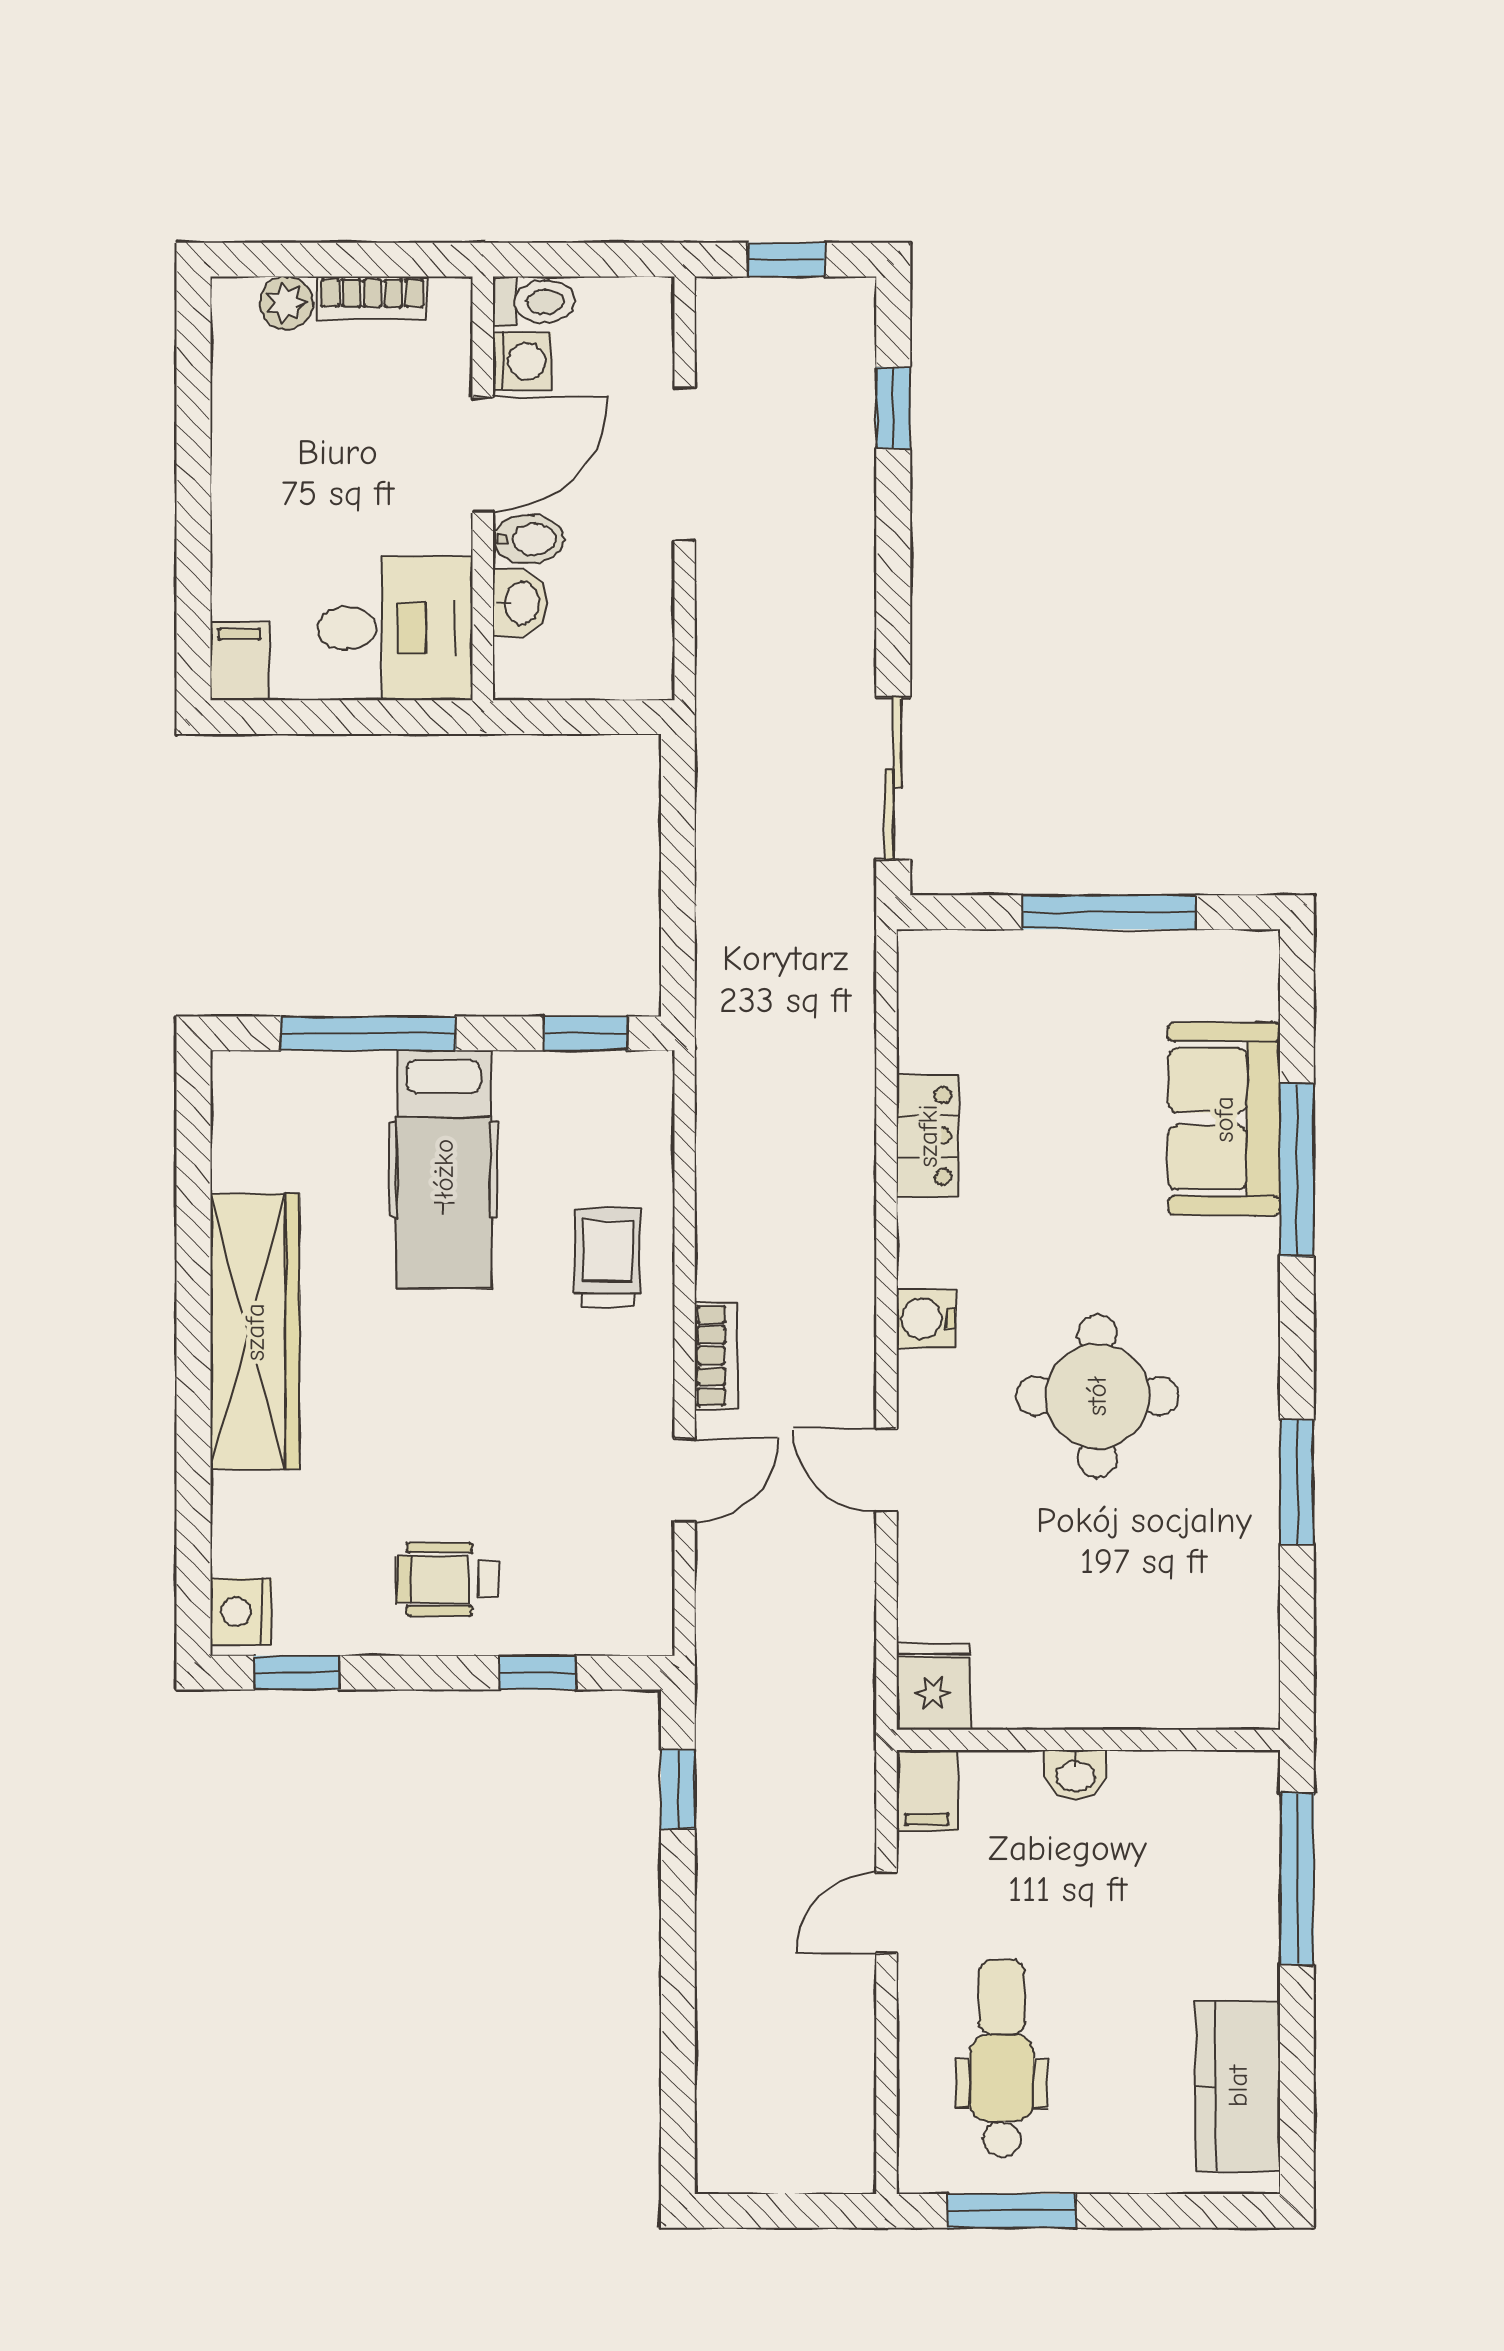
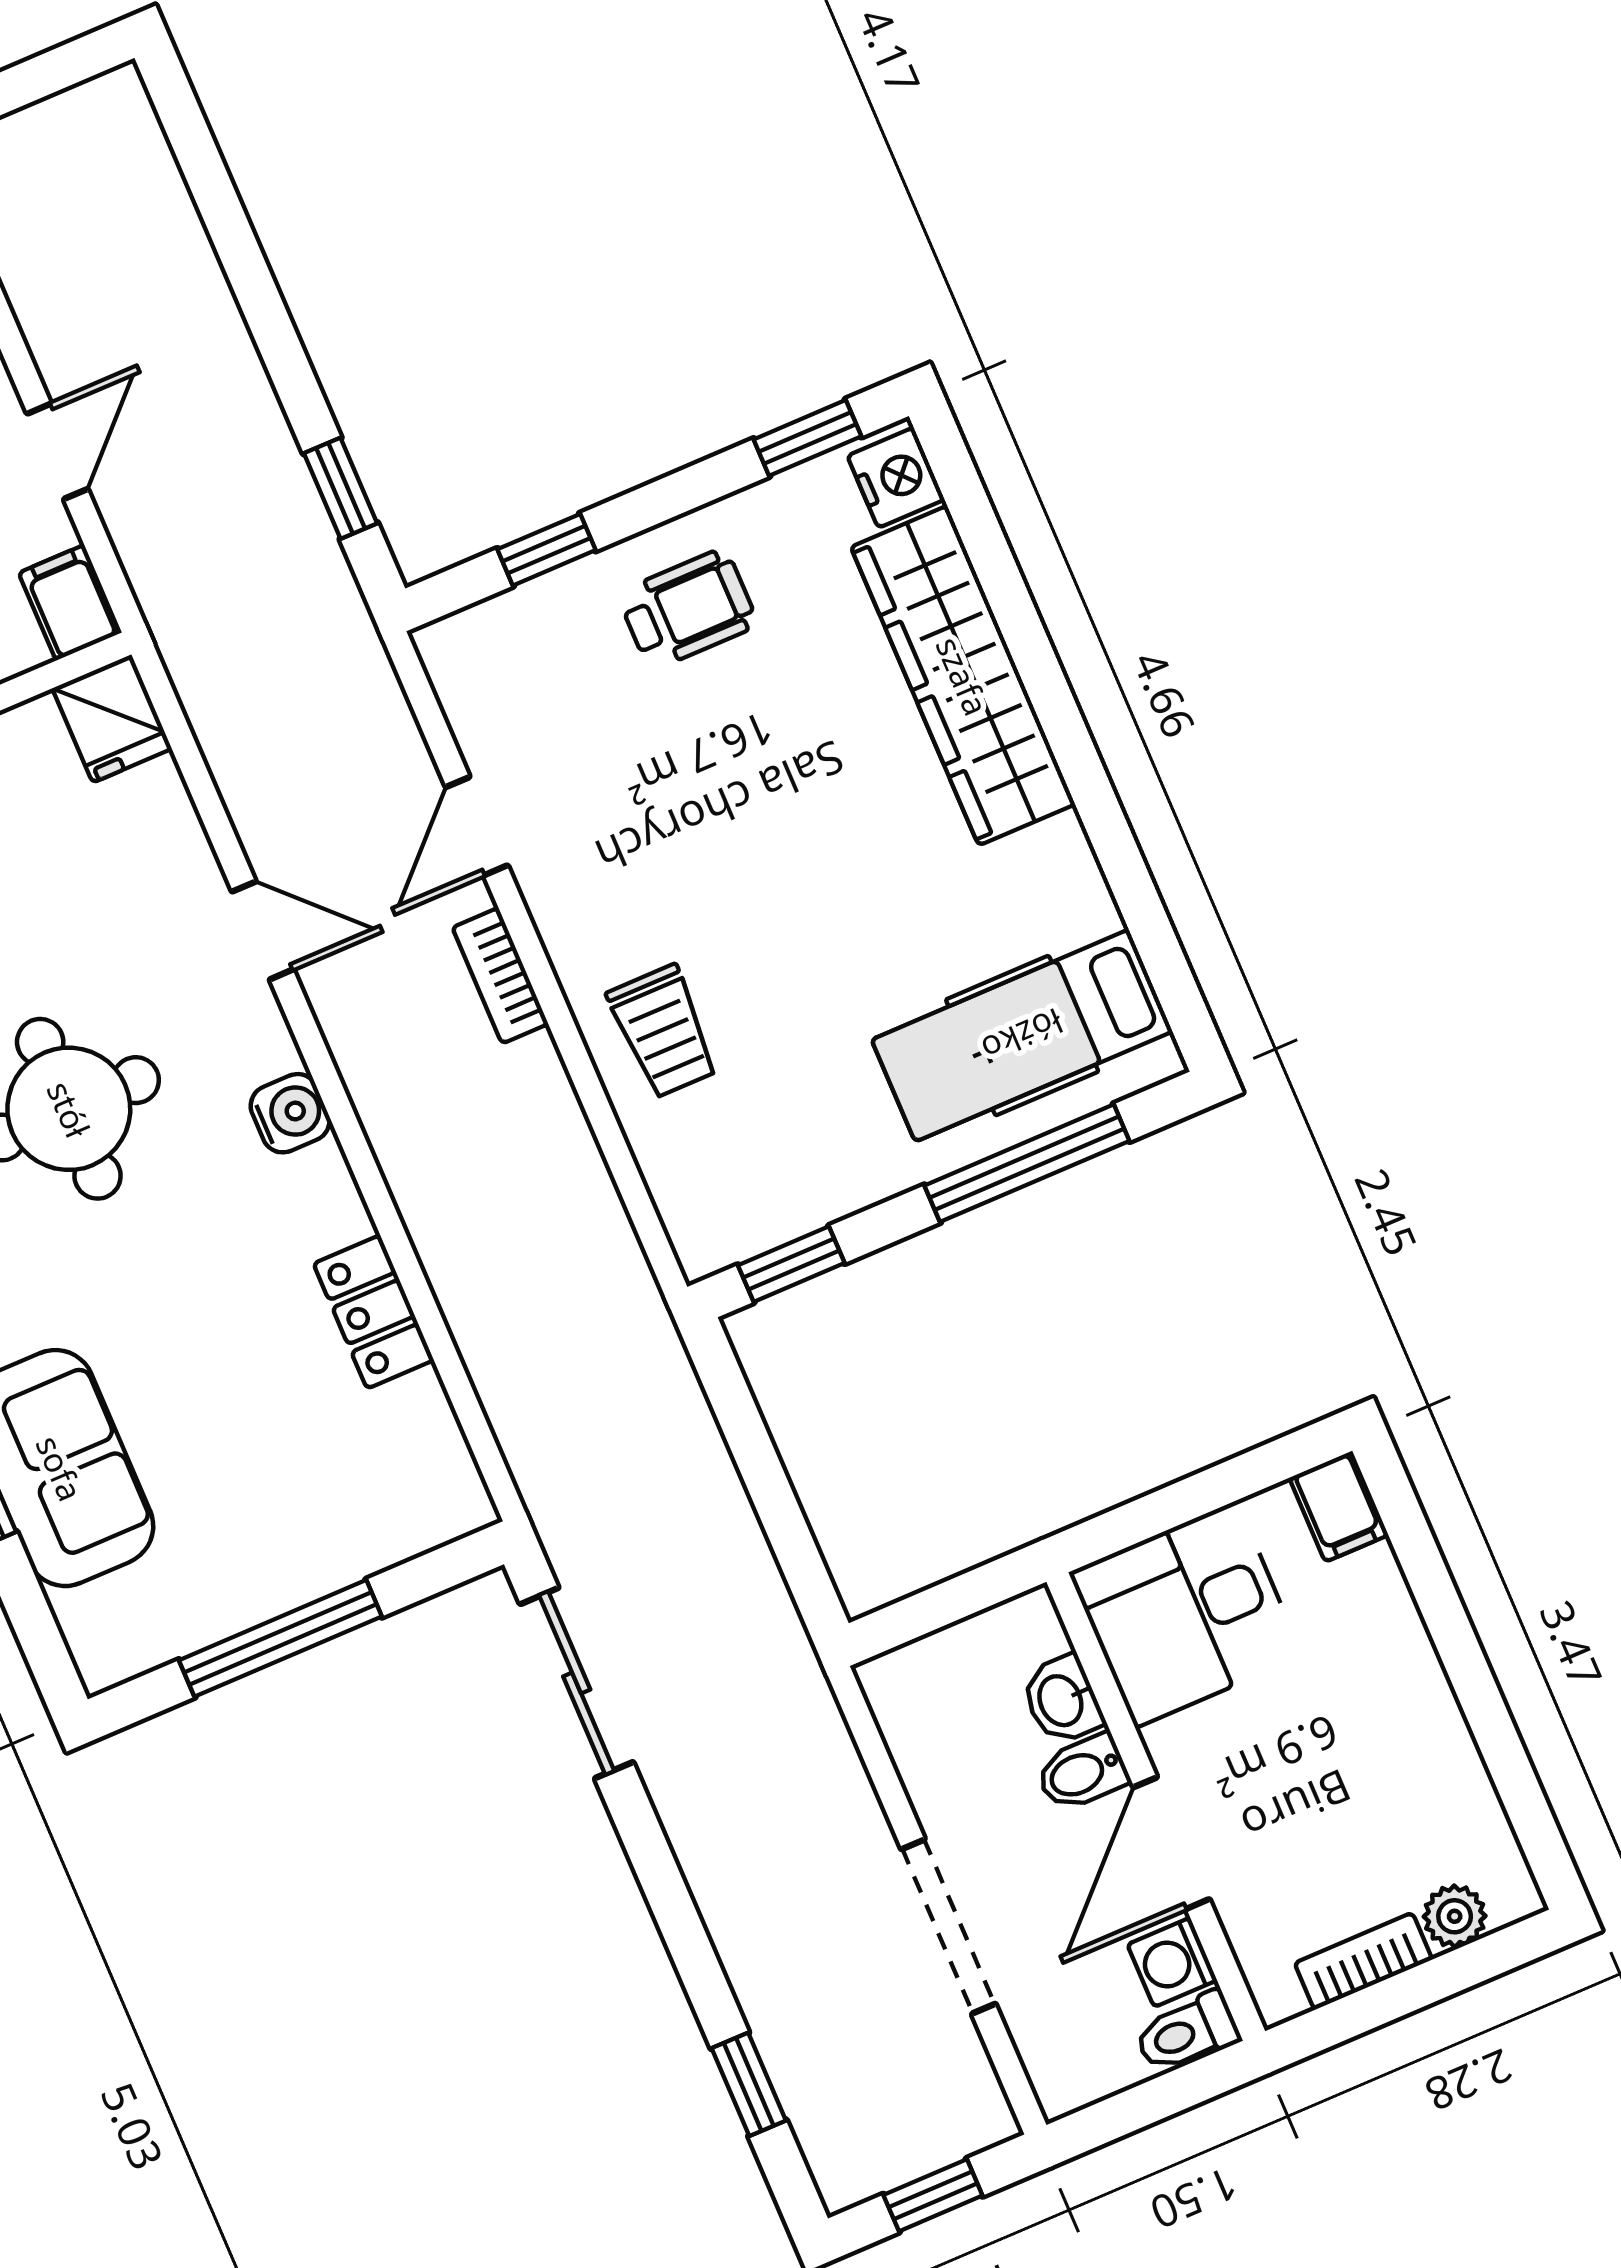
hospital bed: (444, 1169) -> (1022, 1036), moved, turned -90
wardrobe: (255, 1332) -> (963, 676), moved

